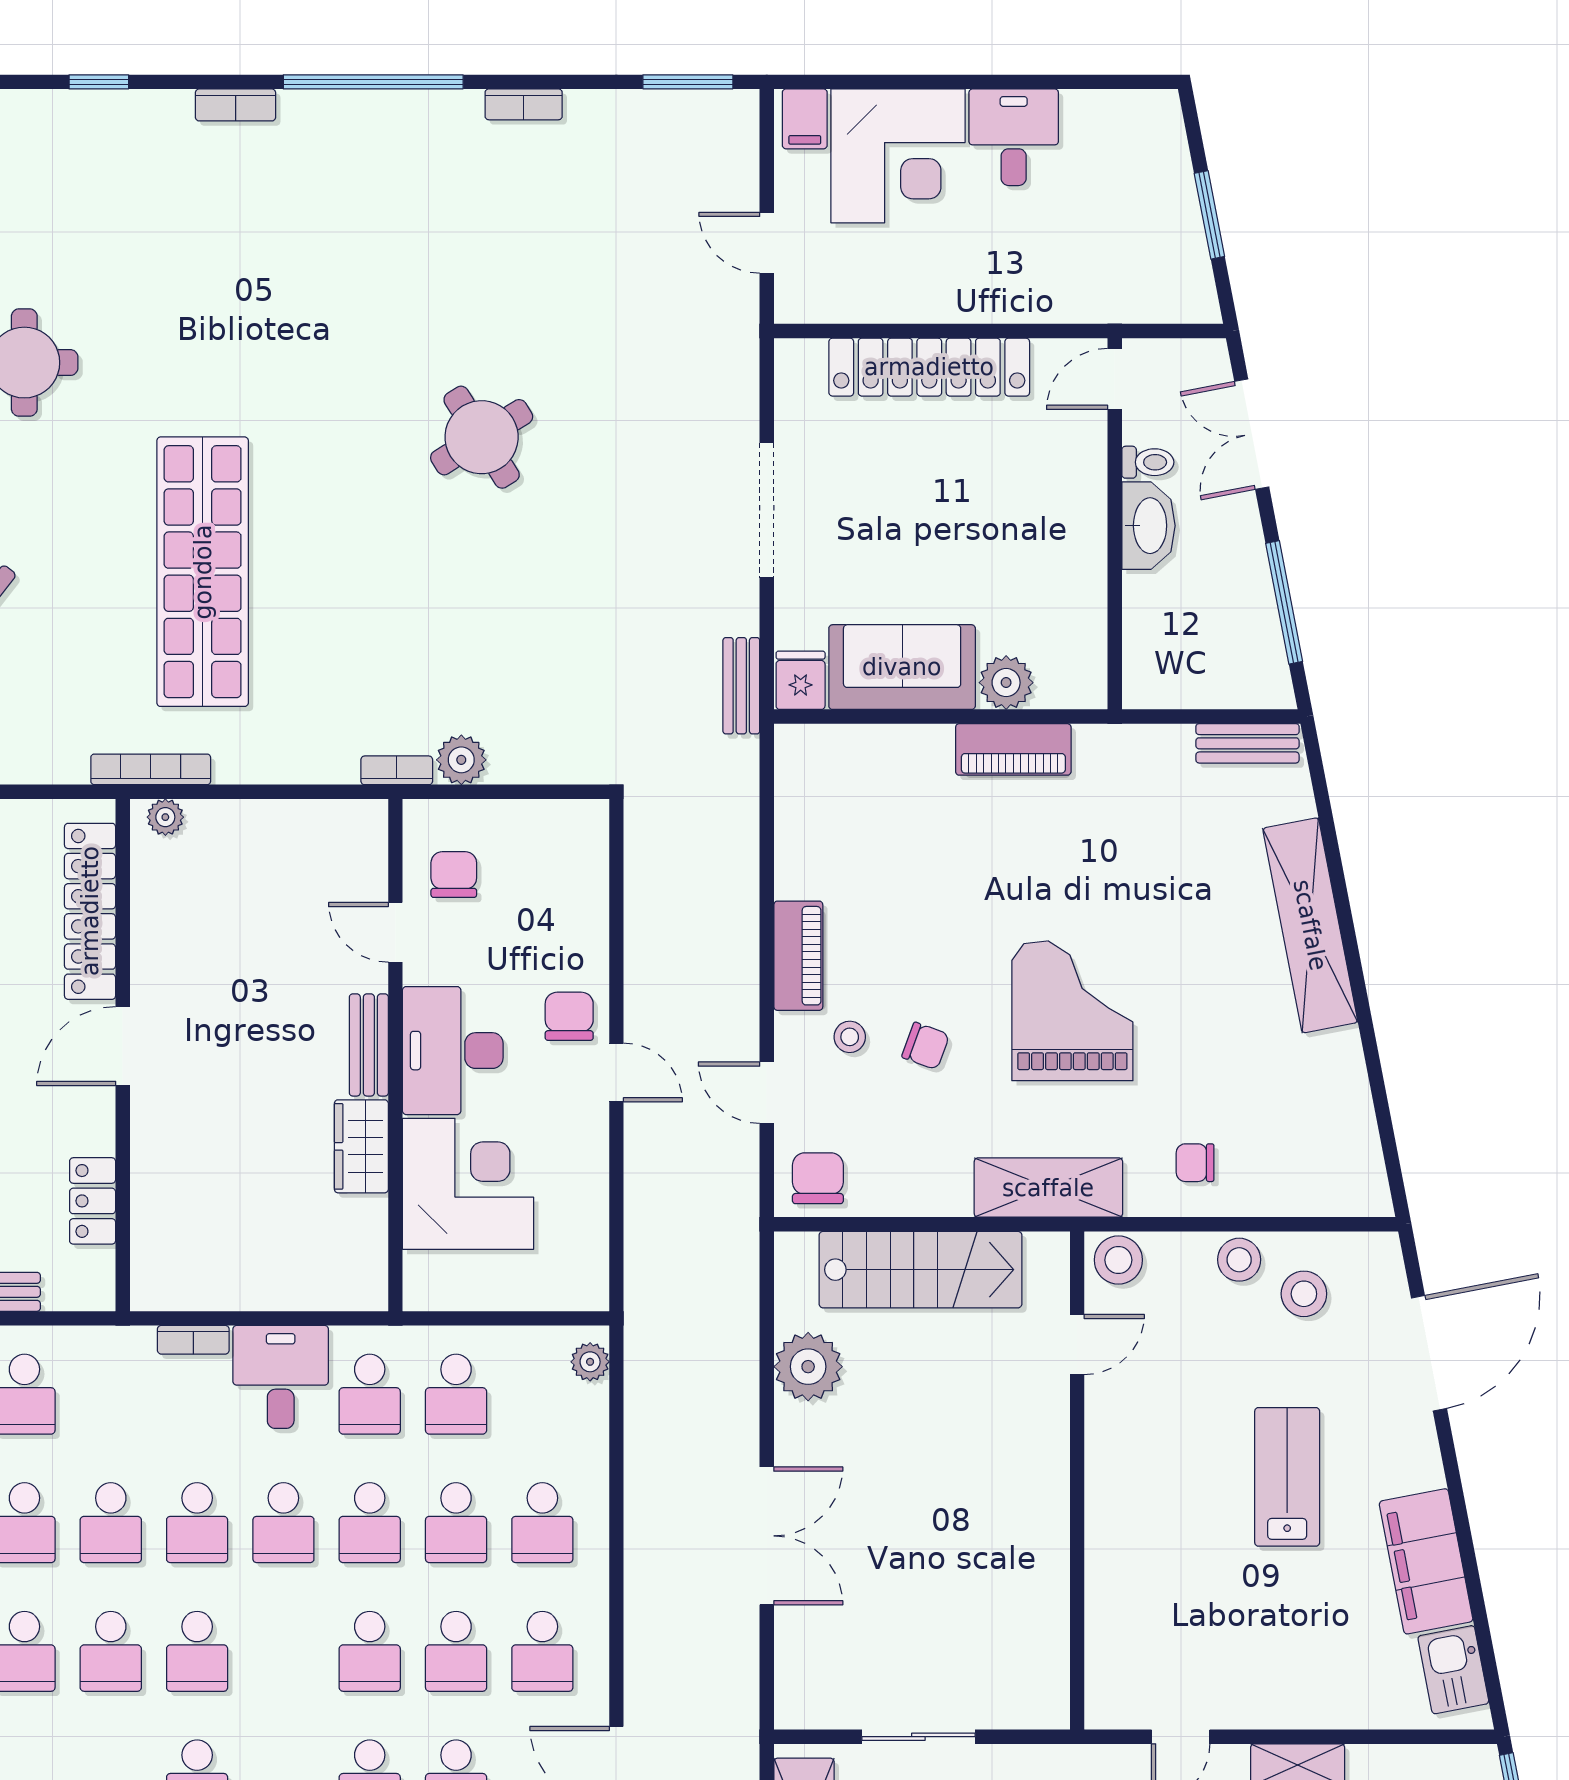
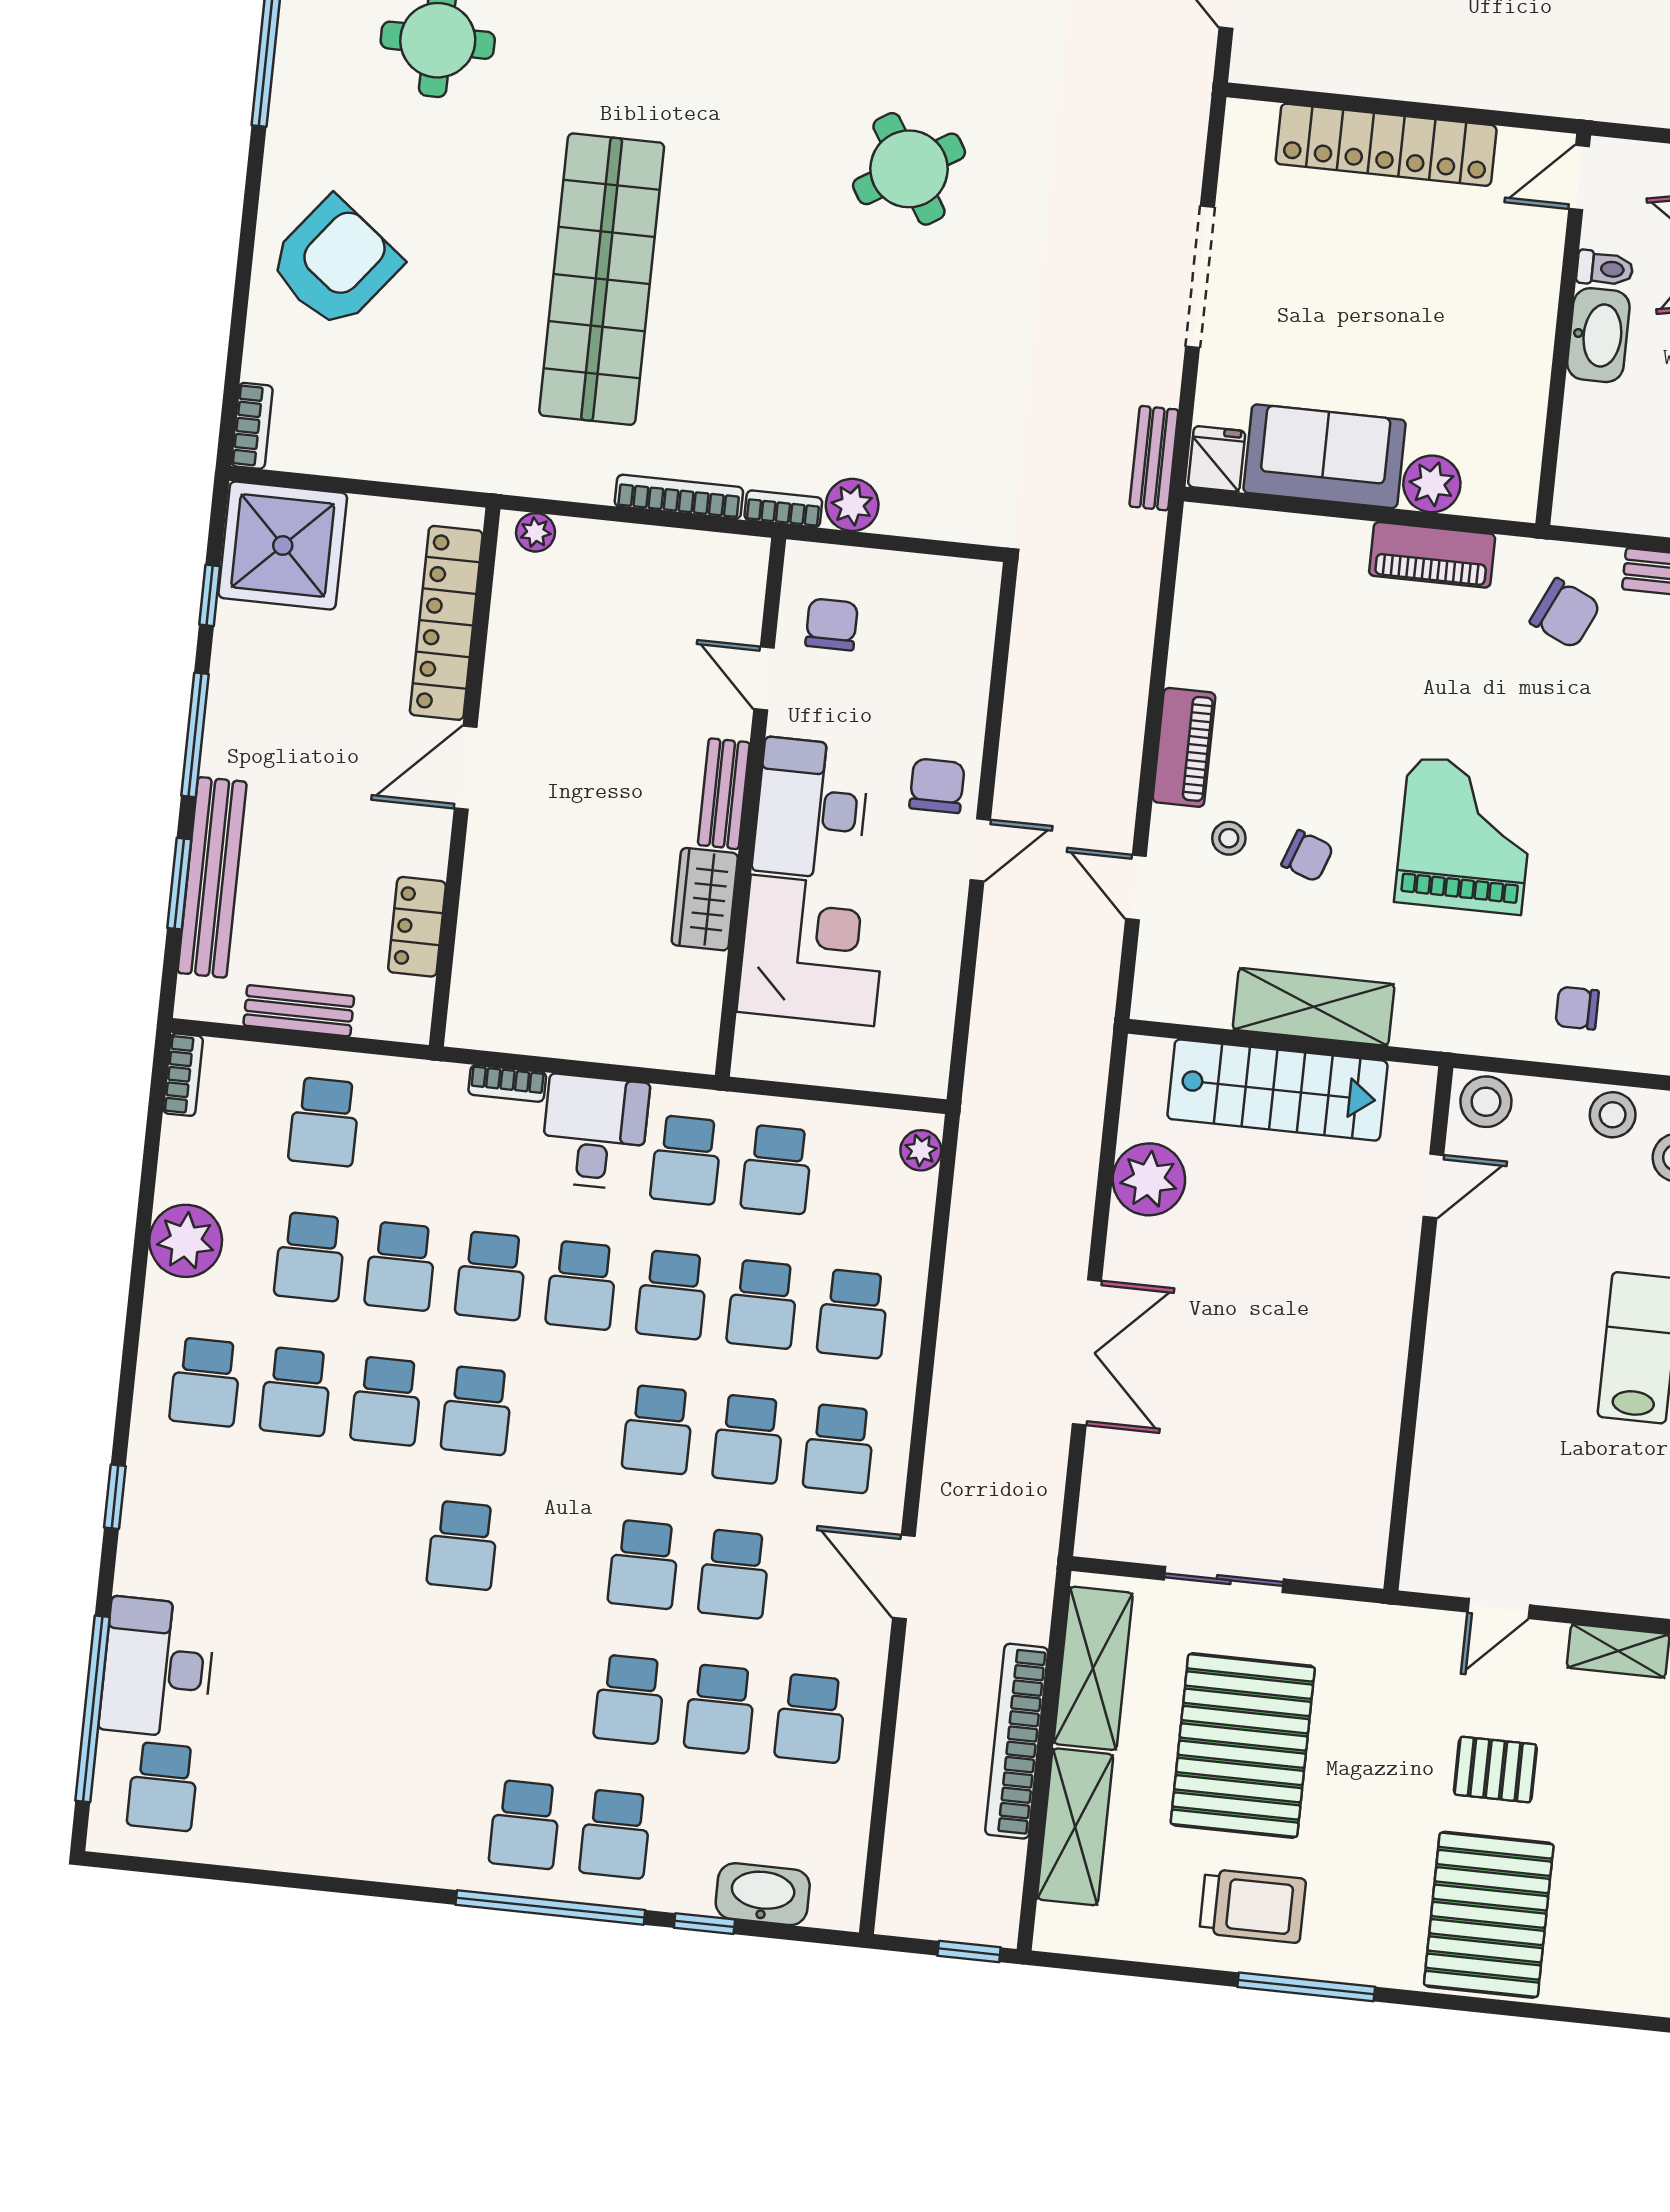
bookcase: (151, 769) -> (679, 497), moved
door: (616, 1073) -> (980, 850), hinge flipped
chair: (818, 1178) -> (1565, 613), moved, turned 115
shelving: (1048, 1188) -> (1314, 1007), moved

